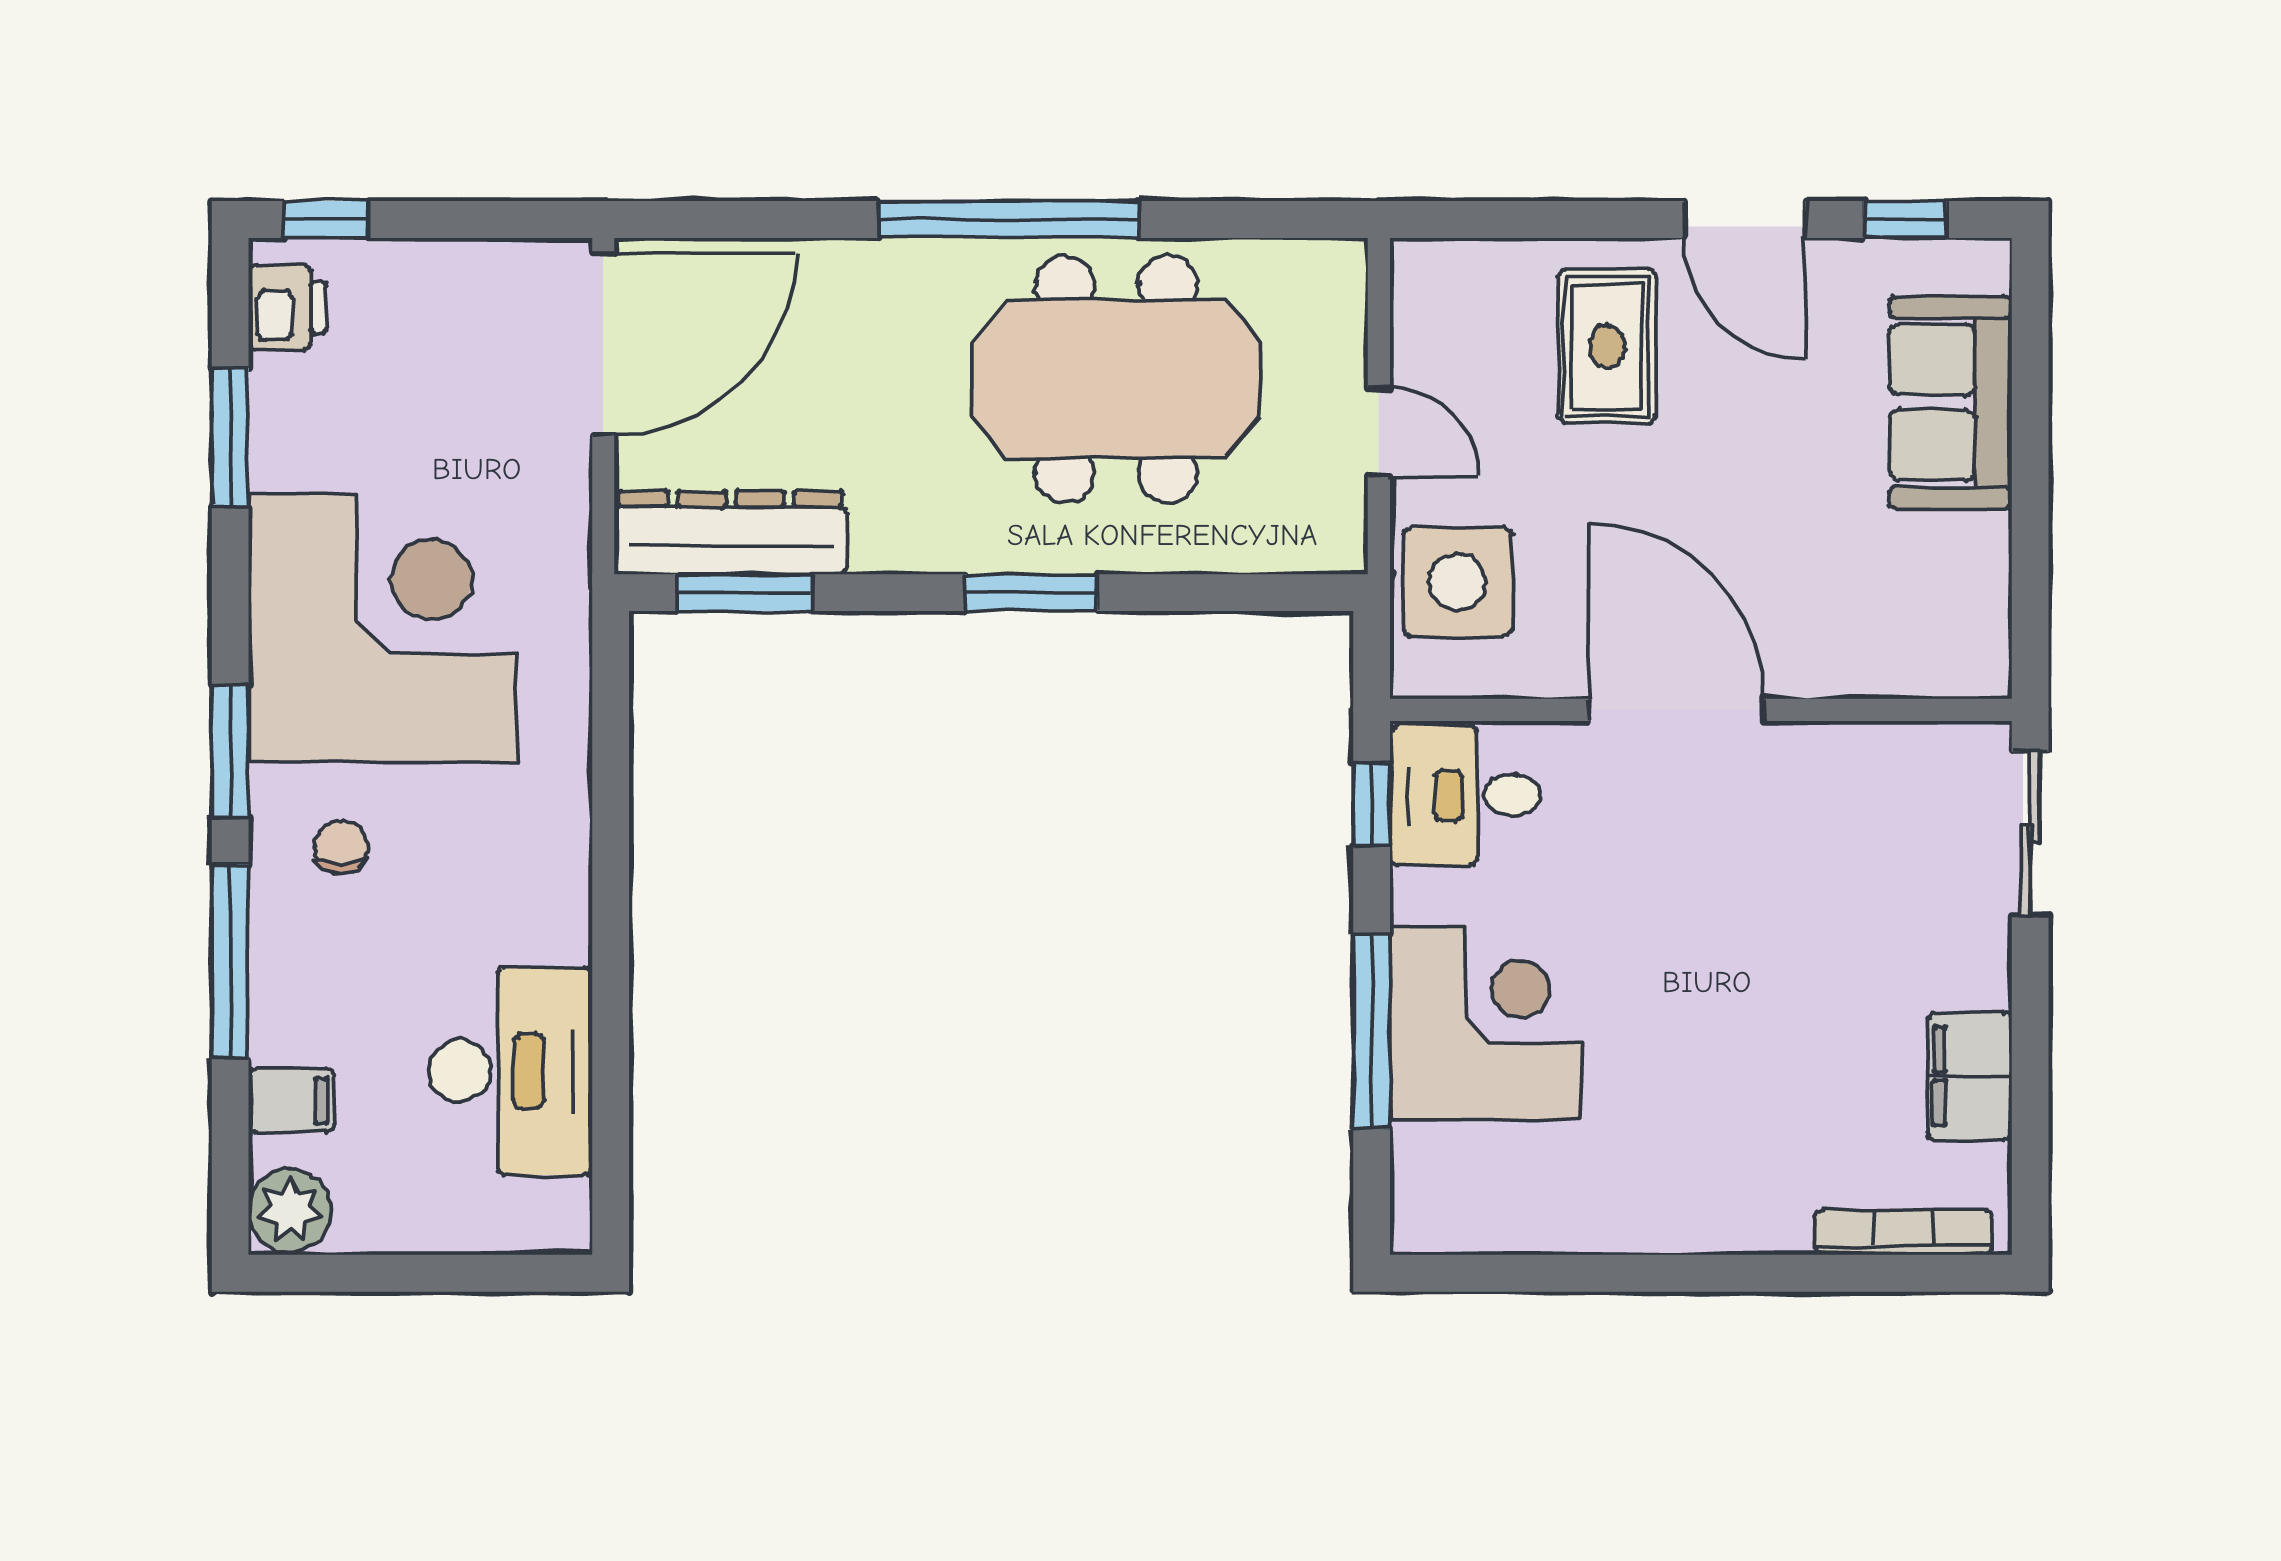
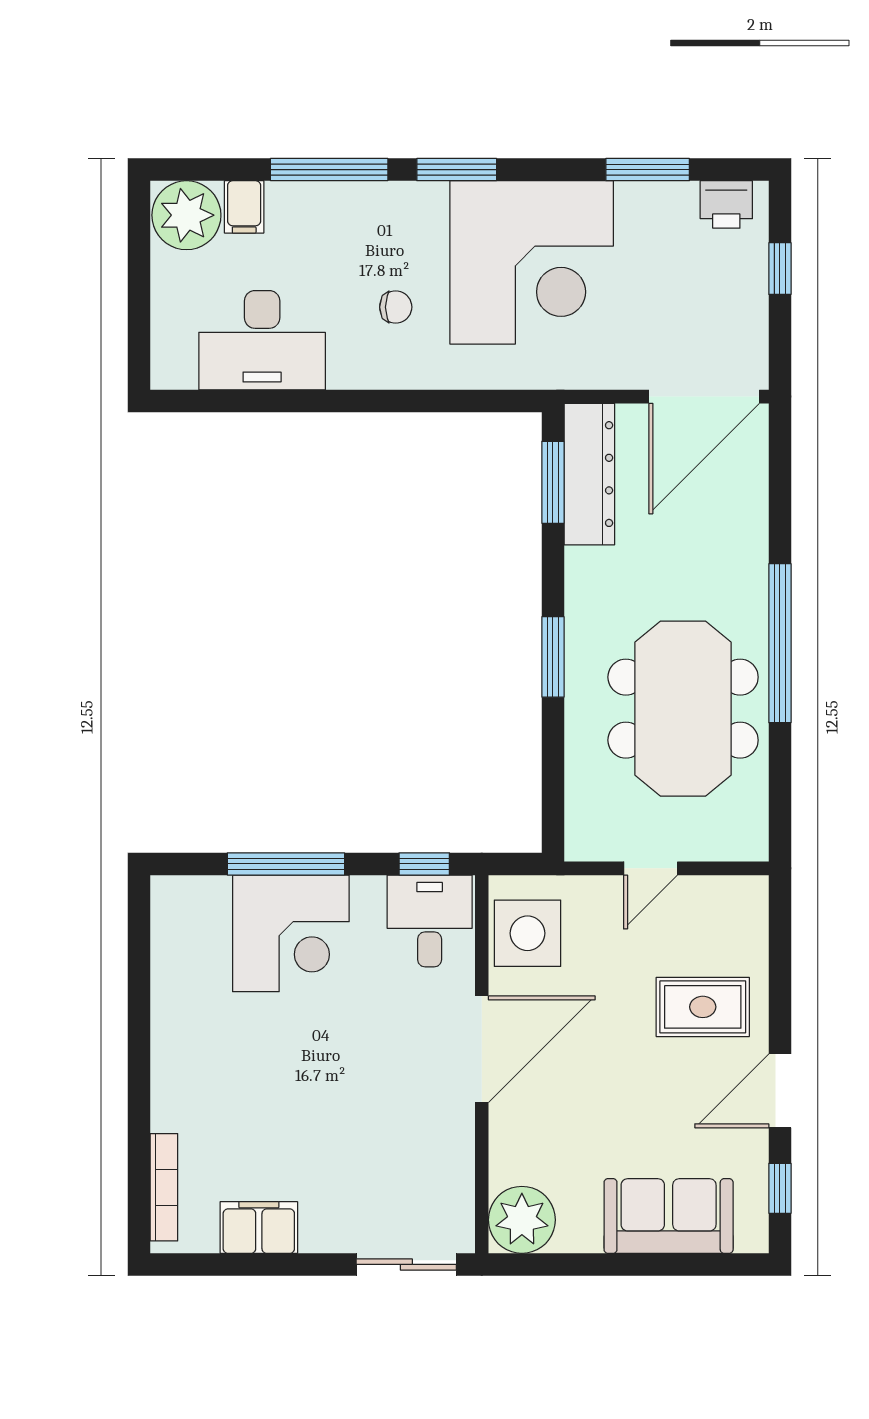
window: (326, 220) -> (780, 269), moved
door: (603, 344) -> (704, 397), hinge flipped
side table: (1457, 582) -> (528, 933), moved
plant: (1957, 644) -> (522, 1220), added
chair: (341, 847) -> (396, 307), moved
plant: (290, 1210) -> (186, 215), width x1.36, depth x1.36

